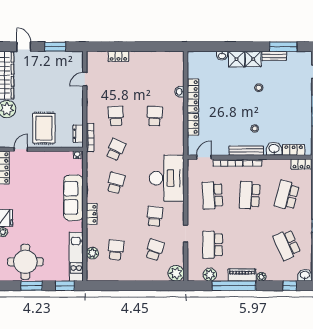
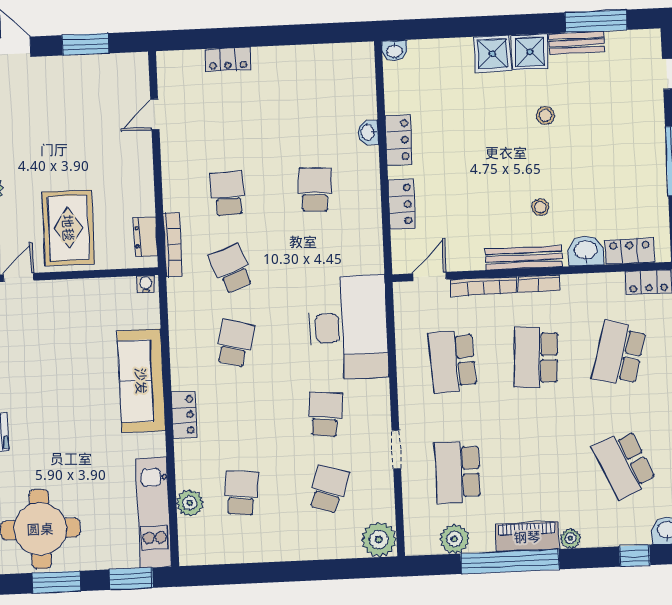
washbasin: (222, 56) -> (395, 51), moved
locker: (193, 96) -> (399, 140), width x0.66
school desk: (116, 149) -> (231, 268), turned -45

